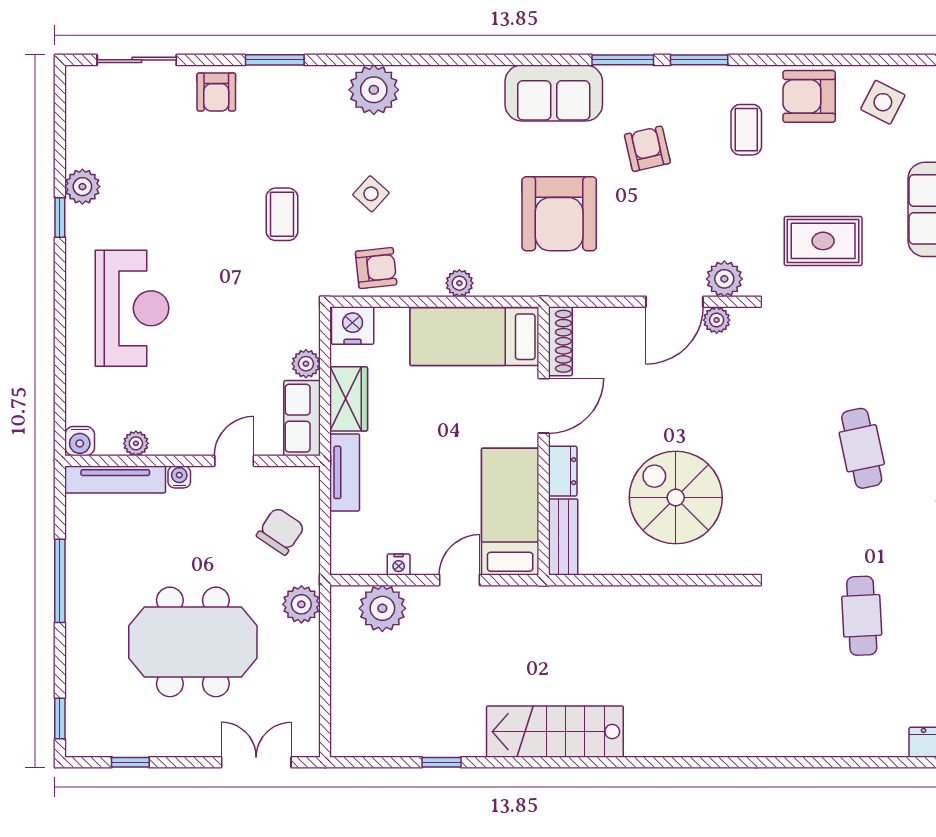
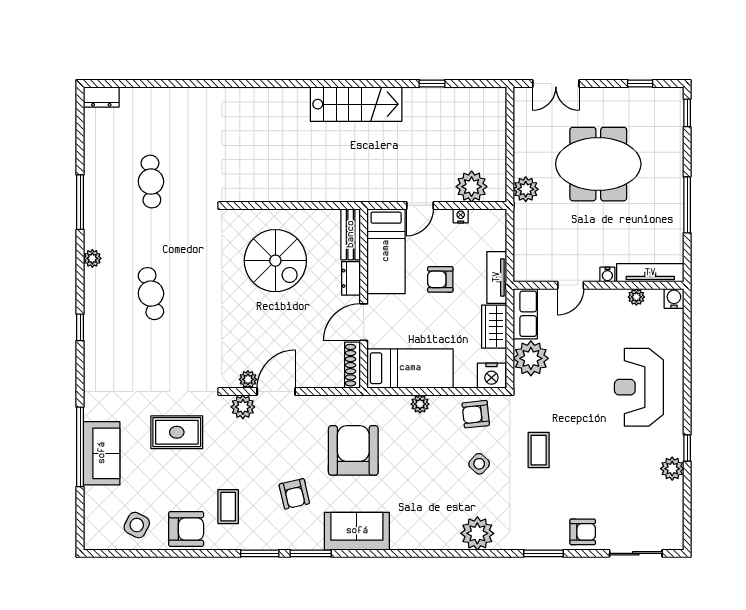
armchair: (216, 92) -> (583, 532), turned 90
plant: (306, 364) -> (531, 358), width x1.87, depth x1.87
armchair: (429, 470) -> (440, 279), added
chair: (281, 531) -> (540, 238), removed

